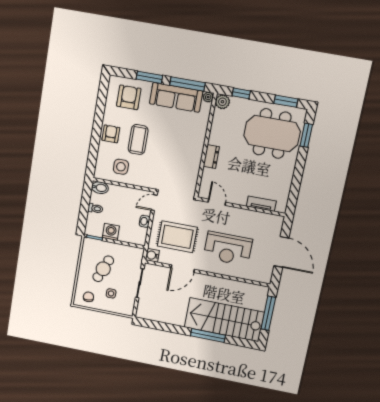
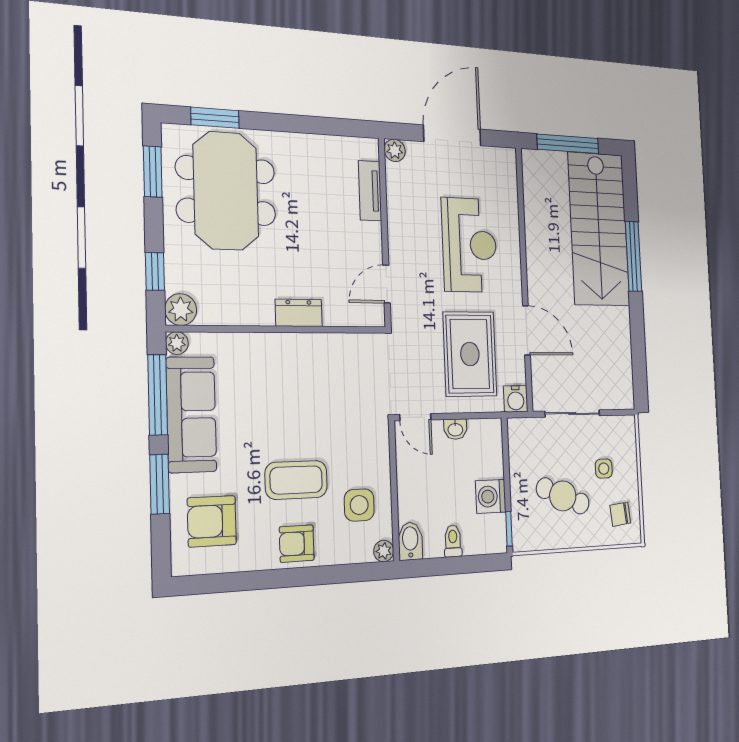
plant: (98, 174) -> (384, 551), added
plant: (278, 220) -> (395, 150), added

